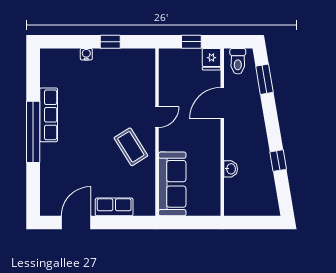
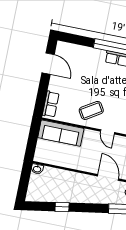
washbasin: (231, 169) -> (37, 169), moved
row of seats: (114, 207) -> (51, 104), moved

